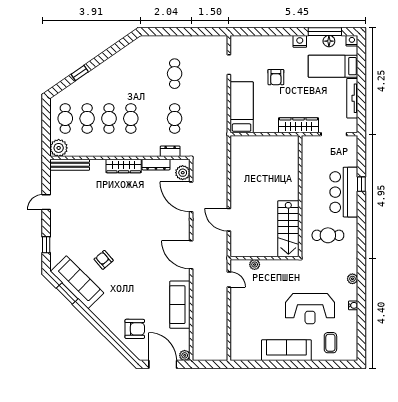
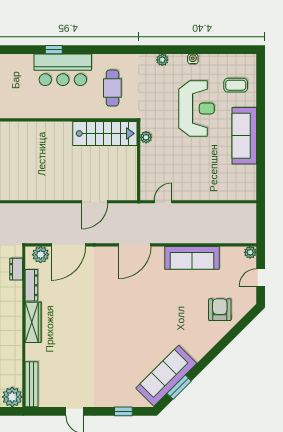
armchair: (104, 260) -> (141, 345), removed
plant: (255, 265) -> (146, 137), moved
door: (163, 364) -> (261, 278), width x0.53

